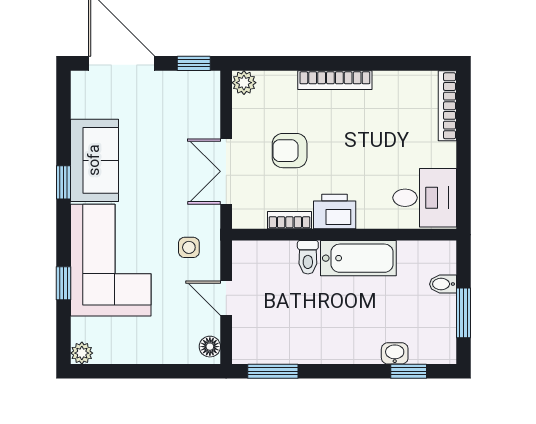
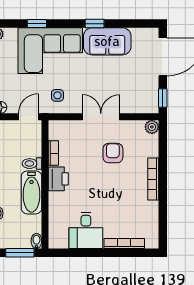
bookcase: (447, 106) -> (124, 243), moved
printer: (335, 211) -> (58, 179), moved
bookcase: (289, 220) -> (53, 153), moved
wall: (344, 235) -> (45, 184), moved
toilet: (308, 257) -> (32, 164), moved
bathtub: (358, 258) -> (31, 192), moved

